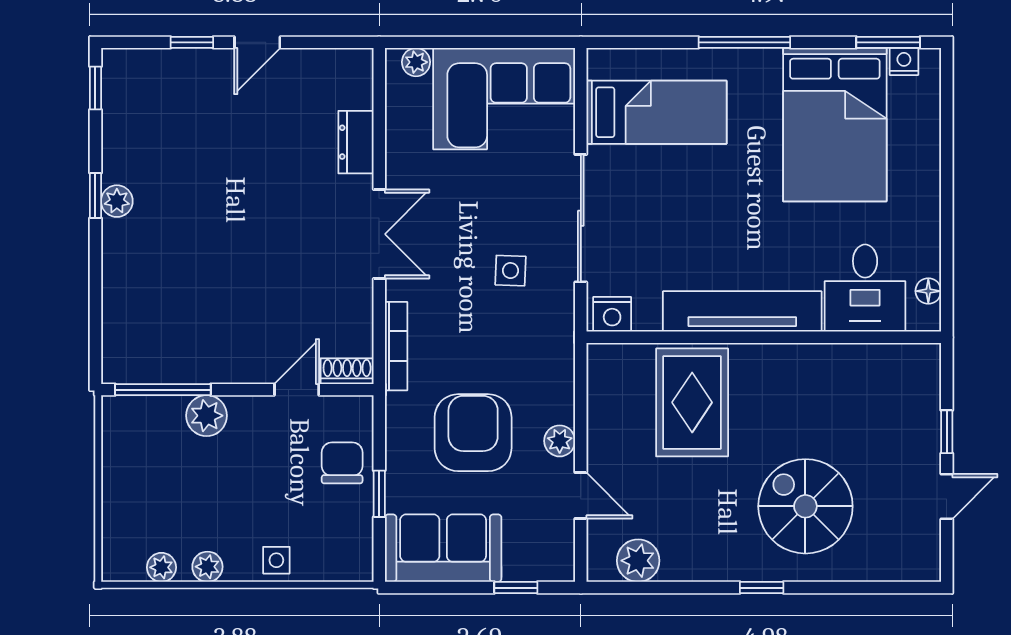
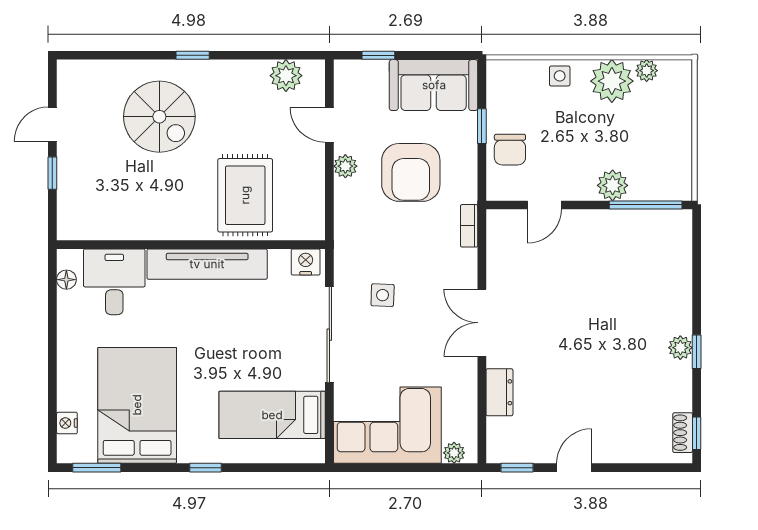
window: (192, 42) -> (517, 468), moved
window: (744, 42) -> (205, 468), width x0.46
nightstand: (904, 62) -> (67, 423), moved, turned 90
bookcase: (396, 346) -> (469, 226), width x0.64
shoe rack: (347, 371) -> (683, 433), moved, turned 90
plant: (207, 567) -> (612, 81), width x1.87, depth x1.87

